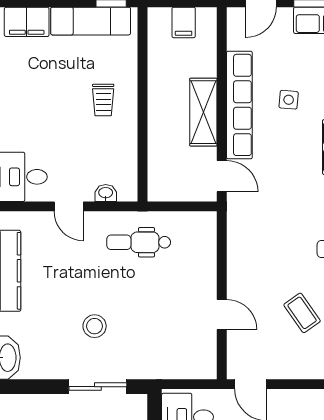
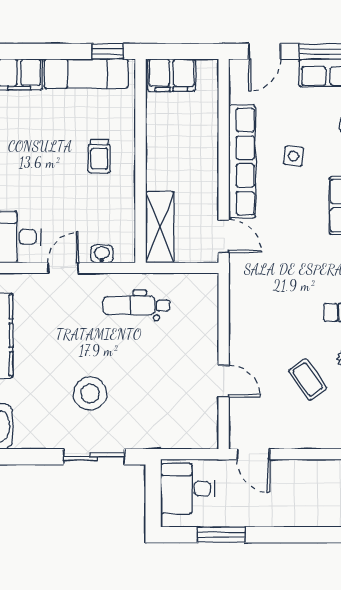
filing cabinet: (184, 22) -> (171, 75), width x2.00
shelving: (203, 112) -> (160, 227), moved
door: (69, 206) -> (63, 268), swing flipped
stool: (95, 326) -> (90, 393), width x1.38, depth x1.38

